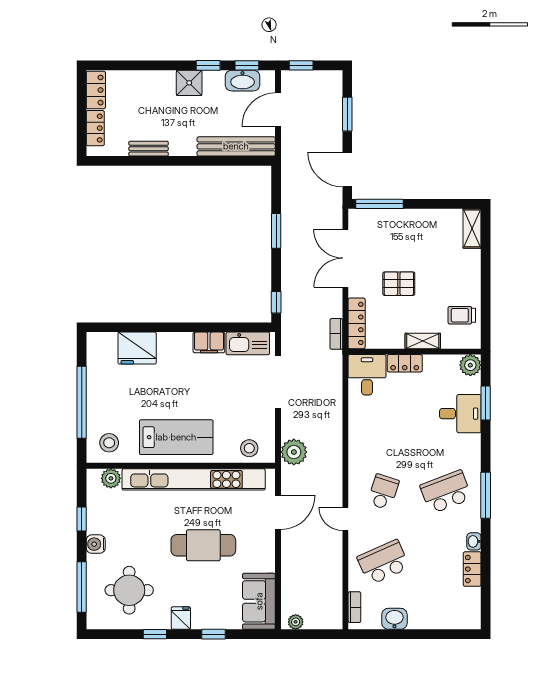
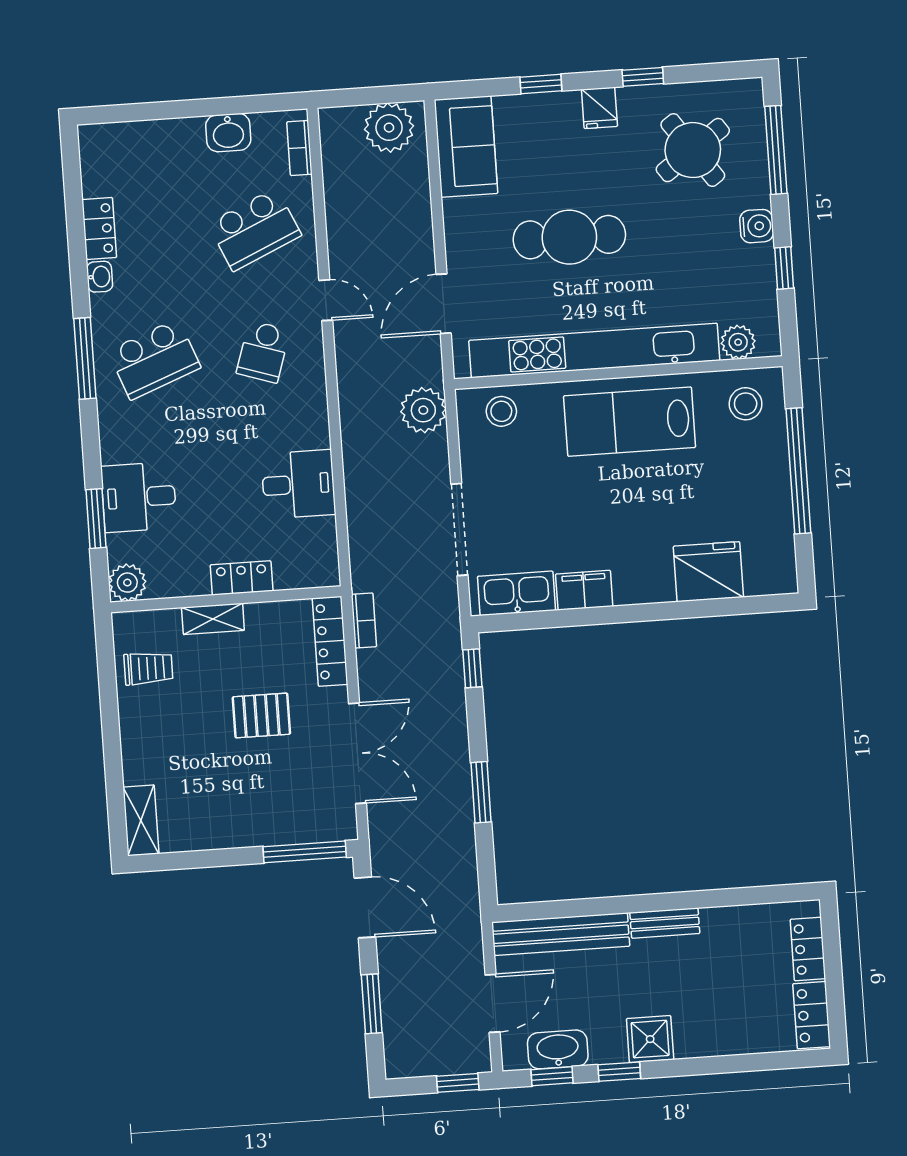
bench: (149, 149) -> (665, 923), moved
desk: (367, 375) -> (298, 484), moved, turned -90
round table: (129, 590) -> (693, 150), turned -35
plant: (296, 622) -> (389, 128), width x1.88, depth x1.88

